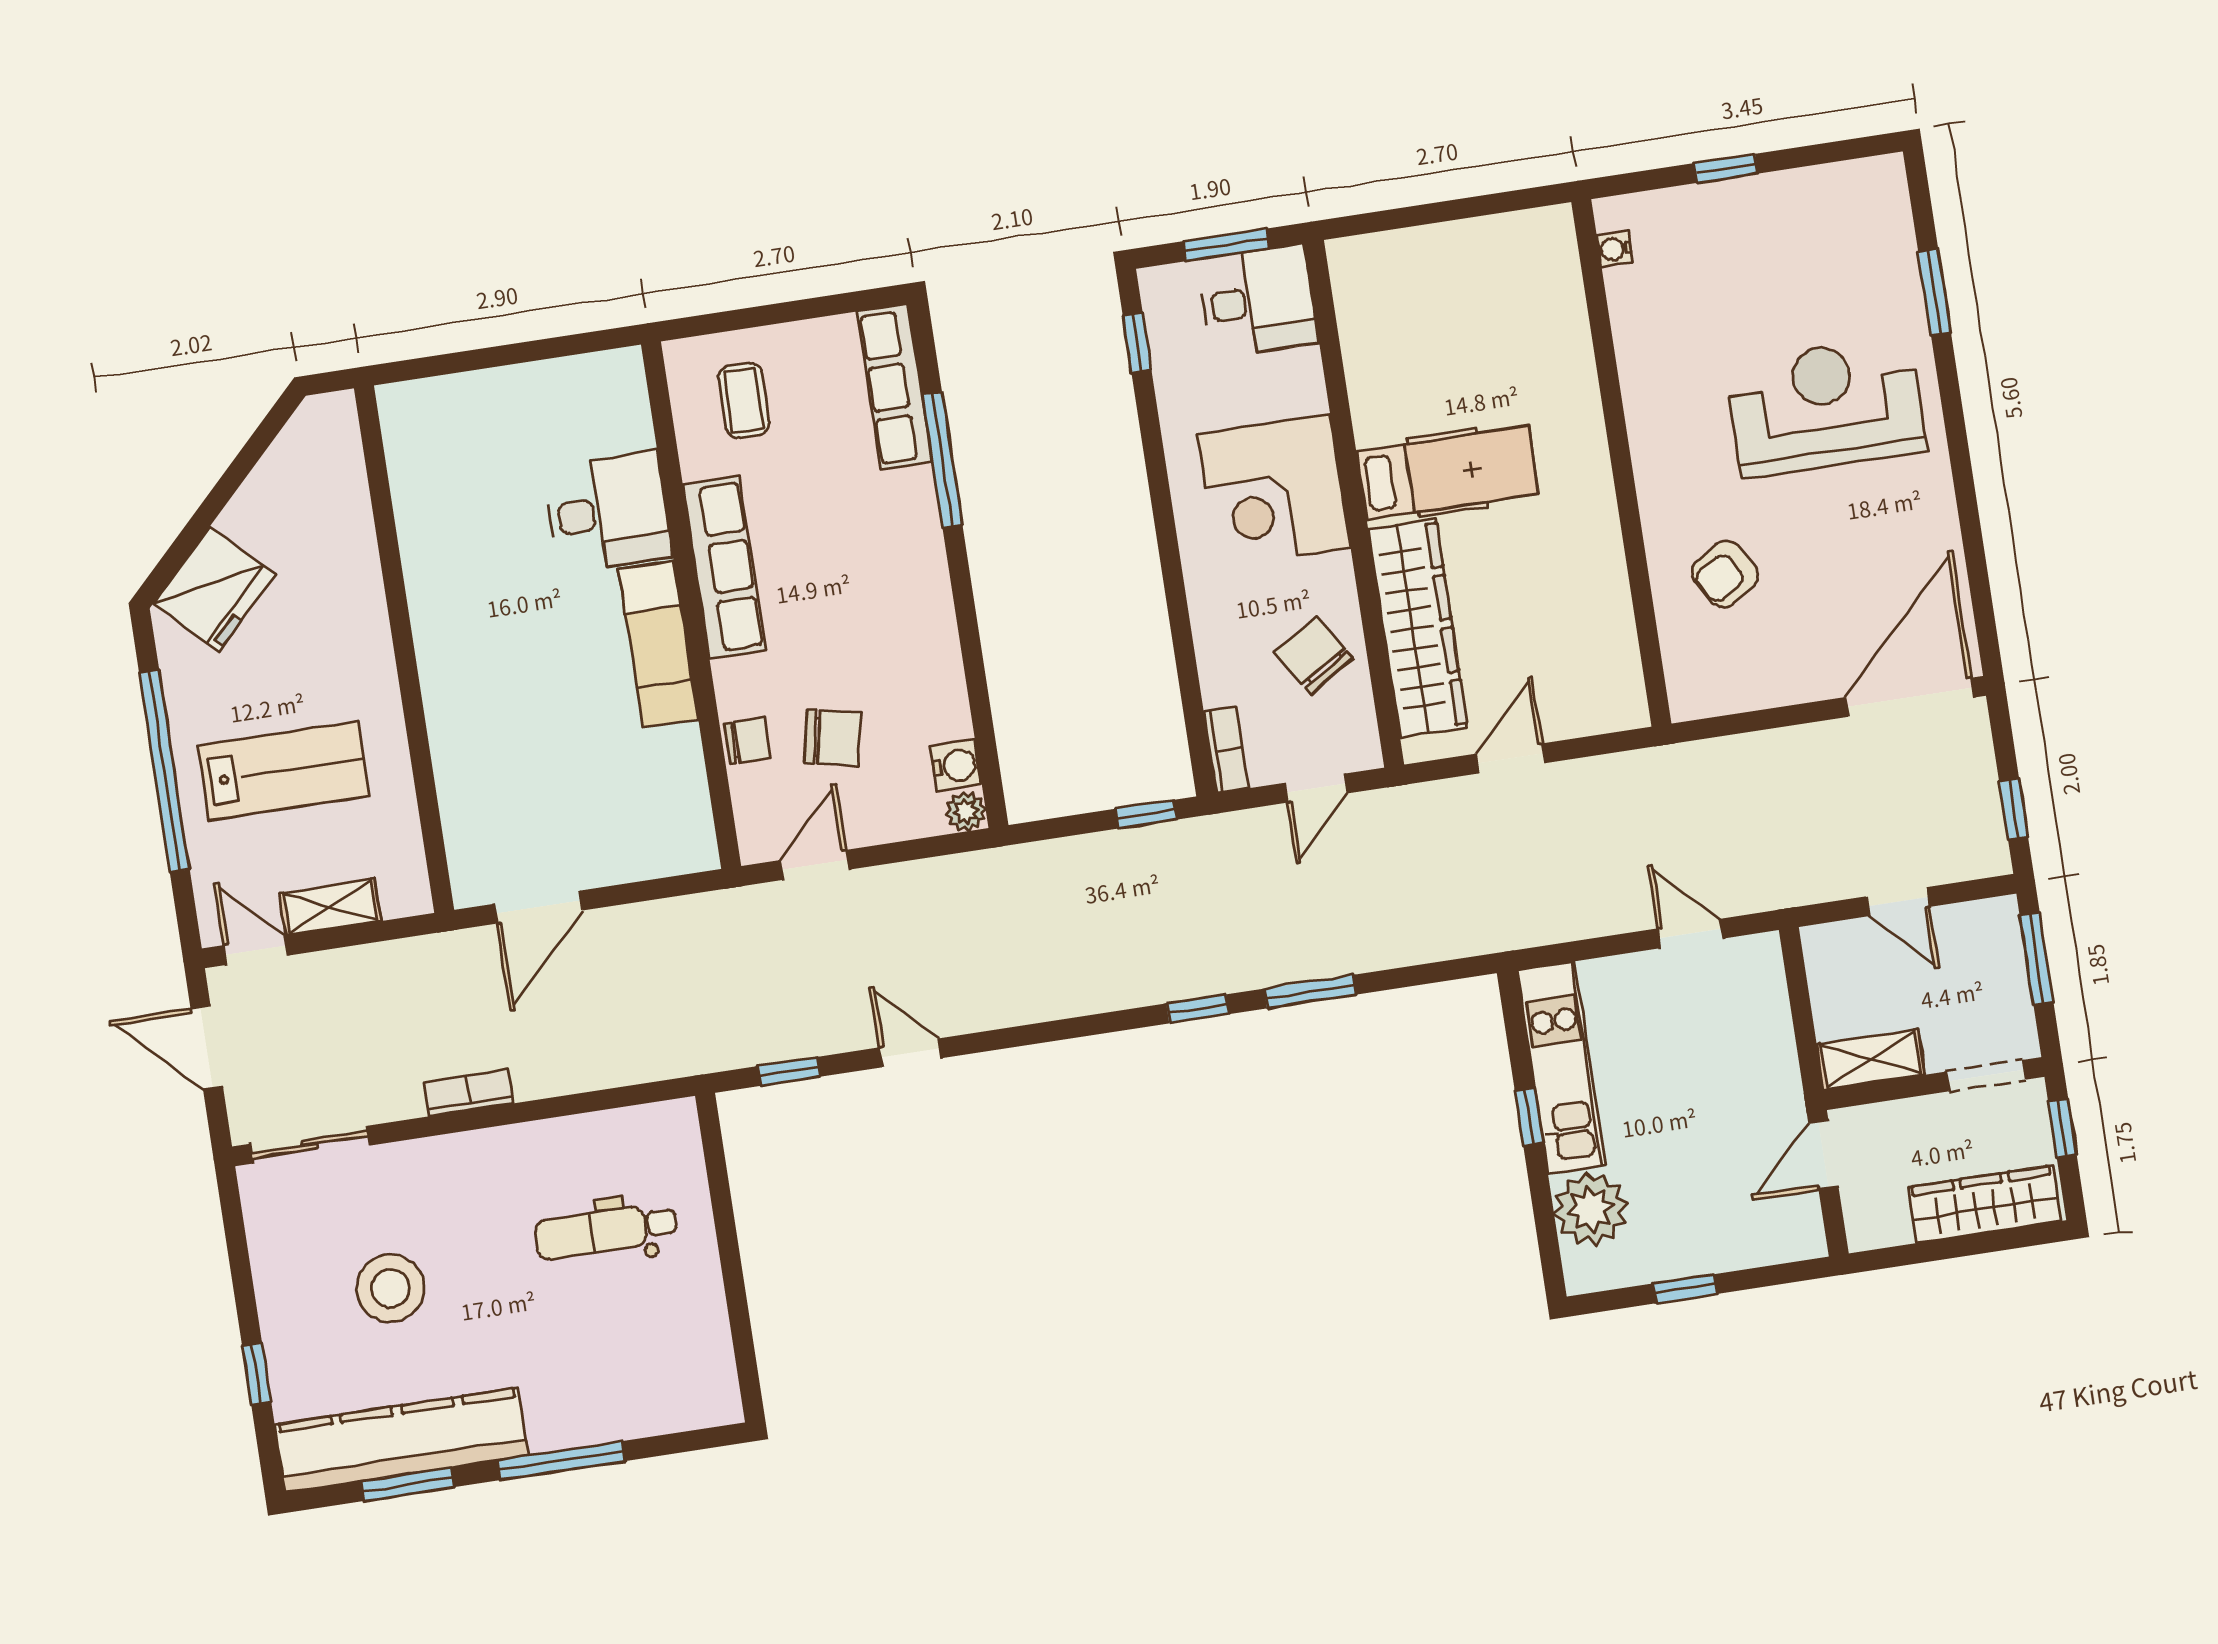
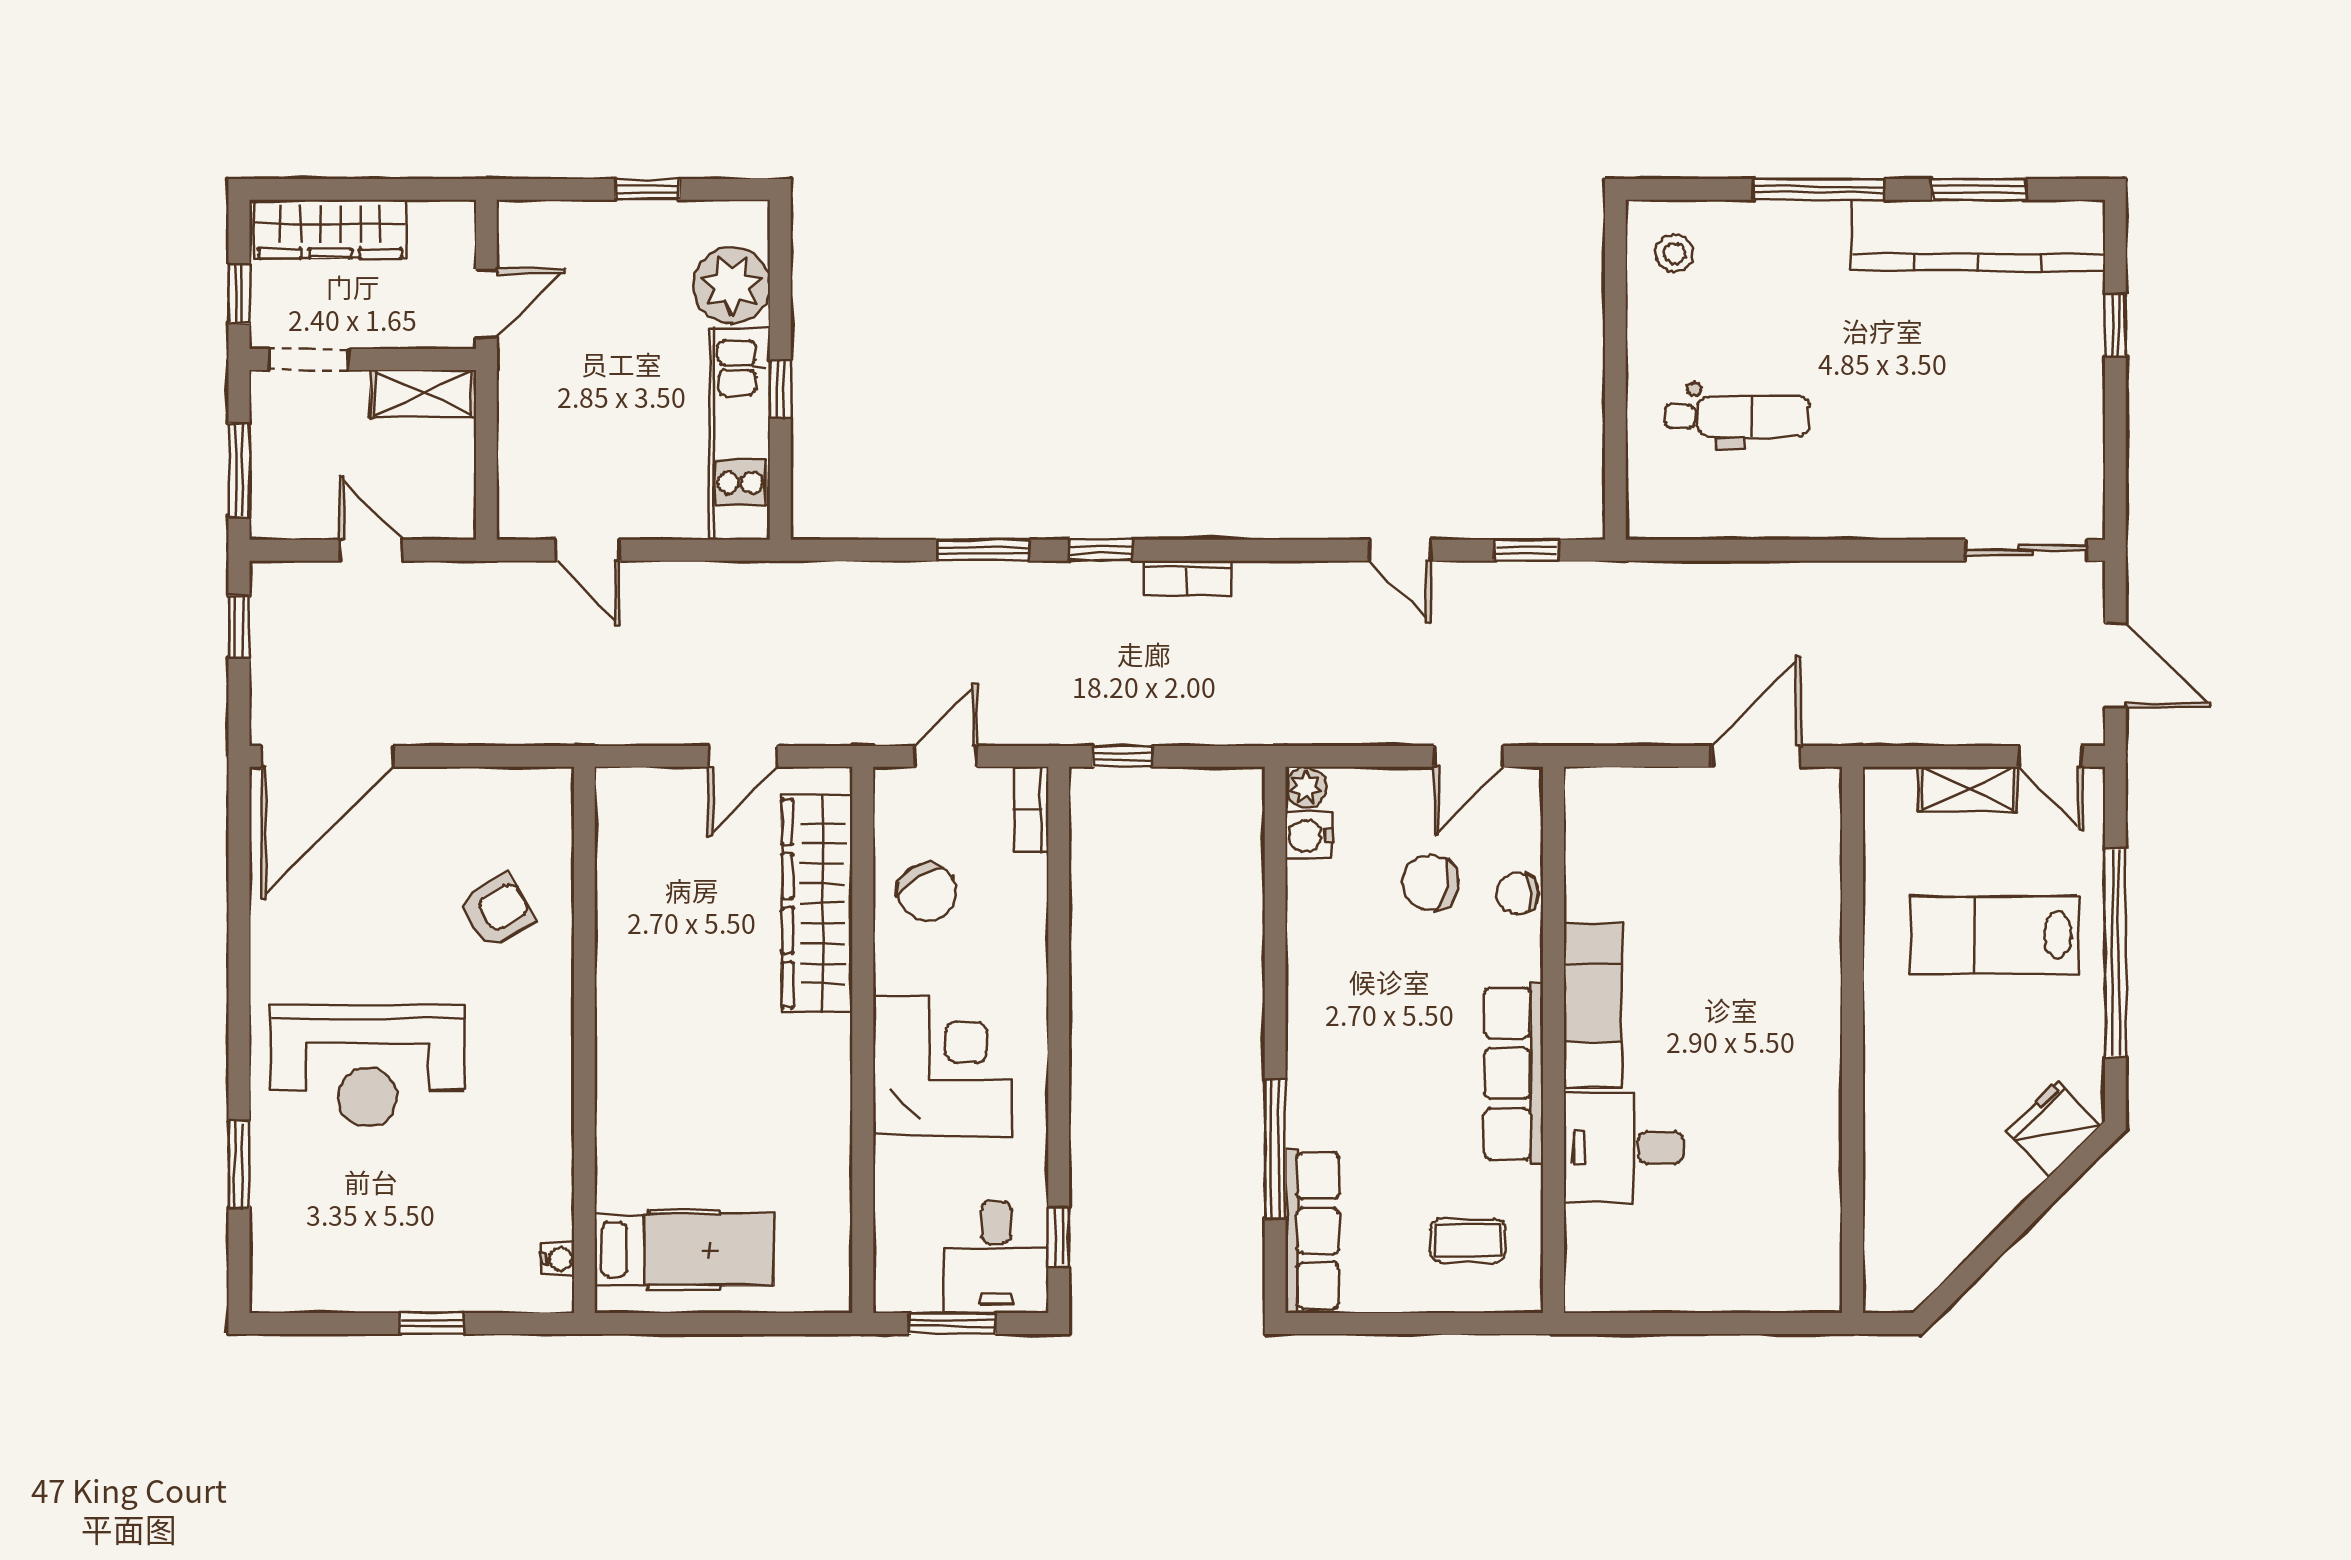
desk: (1258, 301) -> (996, 1257), moved, turned -90
coffee table: (744, 400) -> (1468, 1240), turned 90
hospital bed: (1448, 473) -> (684, 1250), moved, turned 180
fridge: (214, 589) -> (2053, 1129), width x0.73, depth x0.75
bookcase: (469, 1093) -> (1187, 578), moved
stool: (390, 1288) -> (1674, 253), moved, width x0.53, depth x0.53

